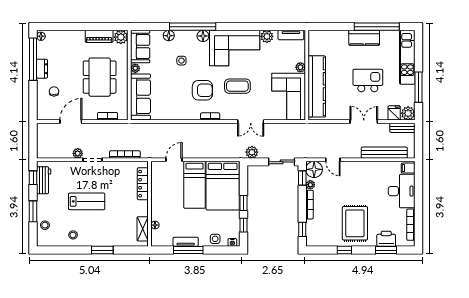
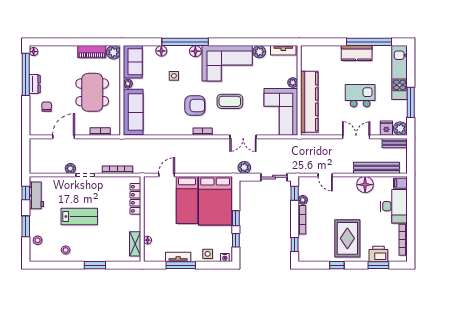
floor lamp: (314, 169) -> (365, 185), moved

